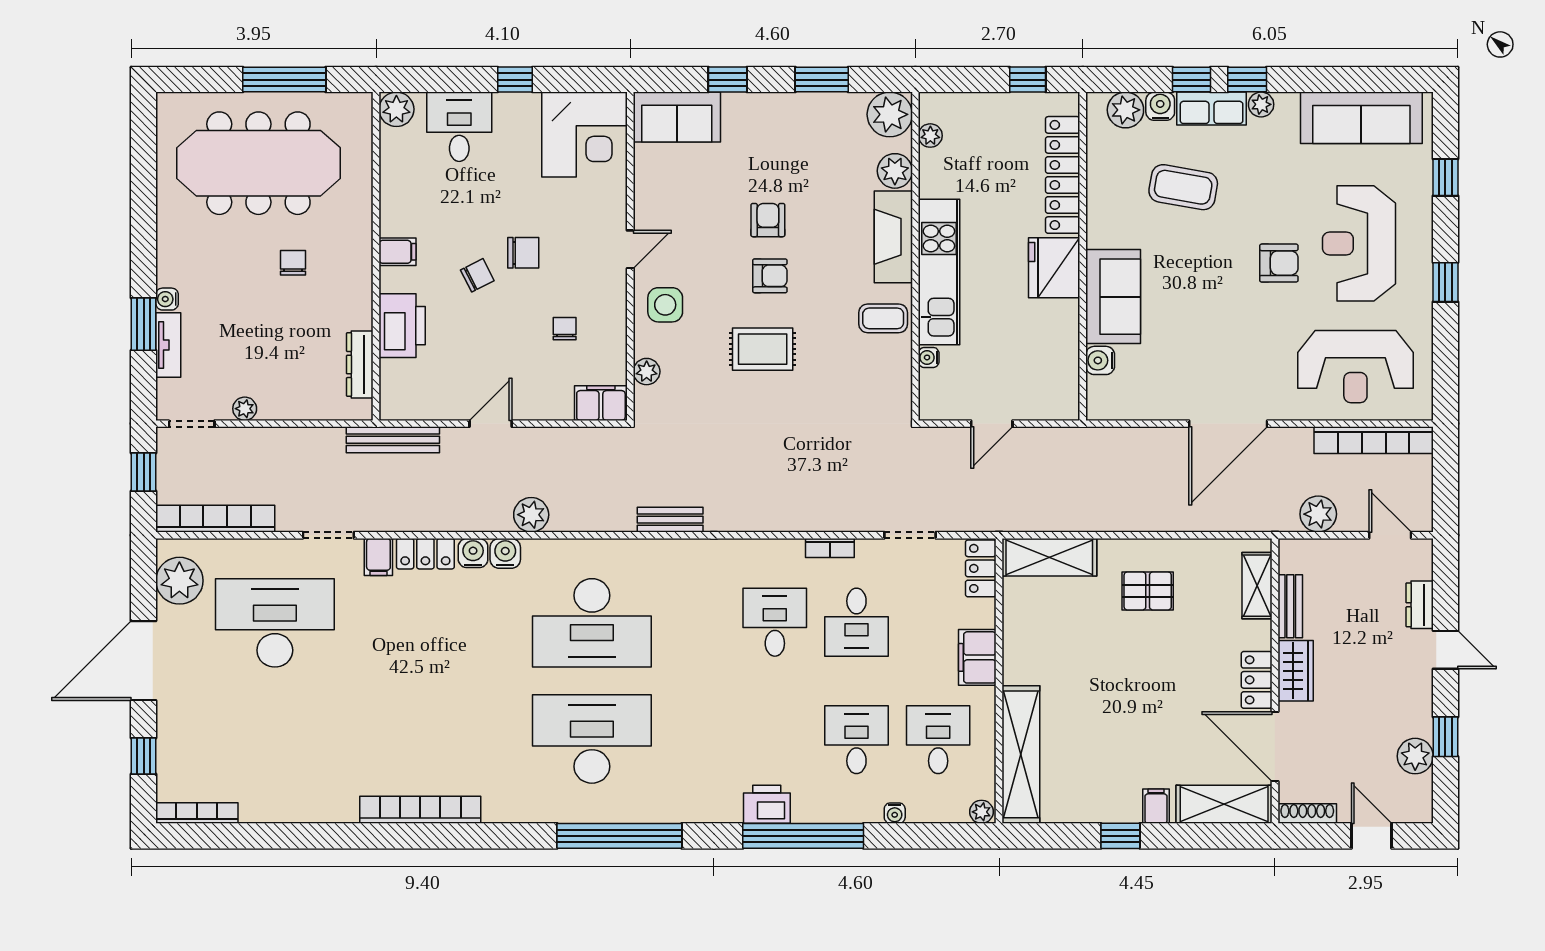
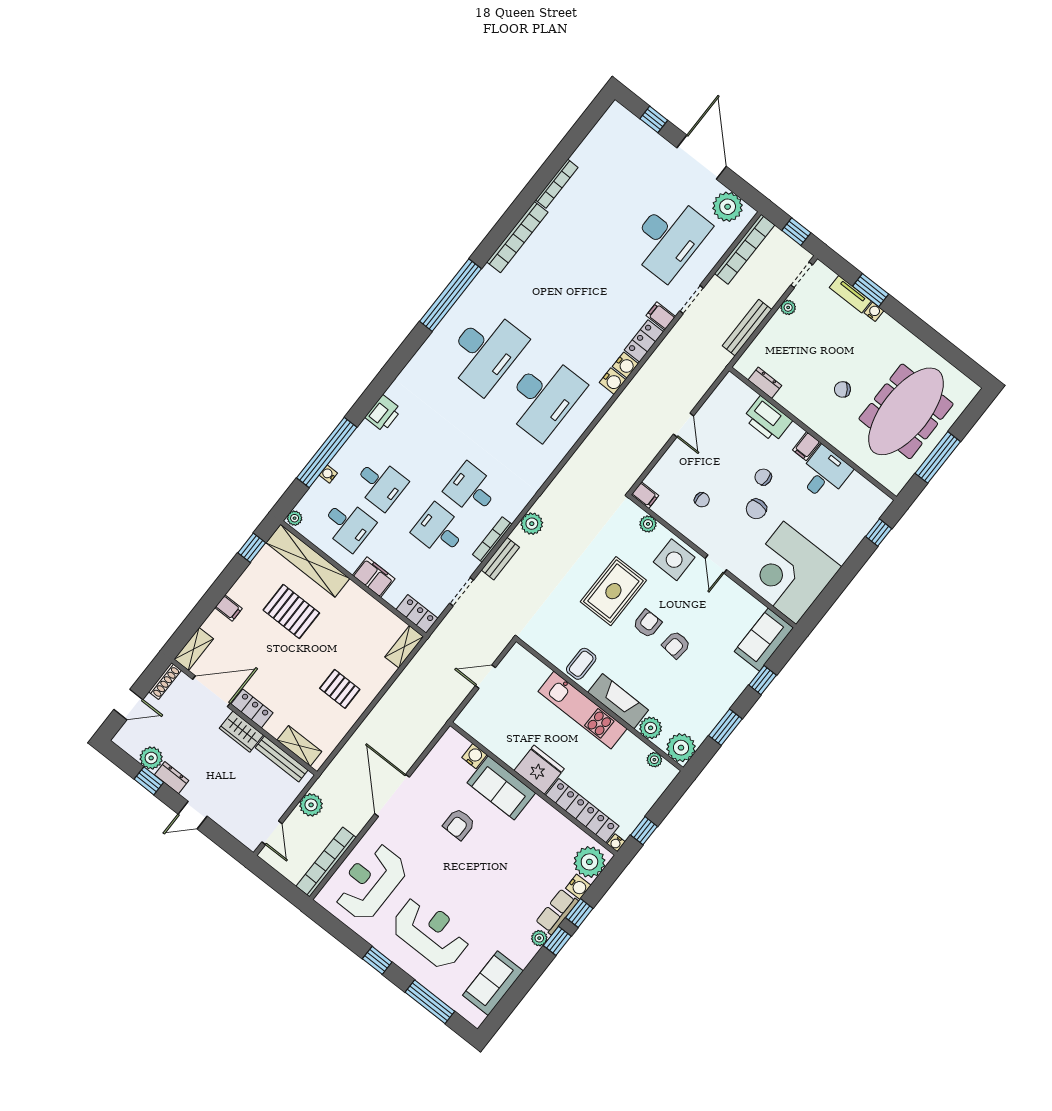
window: (515, 80) -> (879, 533), moved
plant: (396, 109) -> (879, 502), removed
plant: (1125, 110) -> (589, 862), width x1.36, depth x1.36
sofa: (1361, 118) -> (493, 983), width x0.73
desk: (459, 127) -> (824, 474), moved, turned -90
corner desk: (585, 134) -> (790, 573), width x1.36, depth x1.36
window: (1445, 177) -> (430, 1002), width x2.17
coffee table: (1183, 187) -> (529, 866), removed
armchair: (768, 220) -> (676, 645), turned 96
chair: (293, 263) -> (842, 389), turned 145
armchair: (1279, 263) -> (459, 824), moved
chair: (477, 275) -> (763, 477), turned 117
armchair: (770, 276) -> (647, 624), turned 180
side table: (665, 305) -> (674, 560), width x1.37, depth x1.37
rug: (763, 349) -> (613, 591), width x1.36, depth x1.43
water cooler: (929, 357) -> (616, 843), moved, turned 180
dresser: (360, 365) -> (765, 383), width x0.70
filing cabinet: (601, 403) -> (645, 495), width x0.50
door: (992, 424) -> (485, 677), hinge flipped
bench: (393, 440) -> (747, 328), moved
plant: (531, 515) -> (532, 524), moved
bench: (670, 520) -> (500, 559), moved
door: (1390, 535) -> (272, 833), hinge flipped
bookcase: (830, 548) -> (492, 539), width x1.56
shelving: (1049, 557) -> (404, 647), width x0.67, depth x0.75
pallet: (1148, 591) -> (340, 689), turned 90
dresser: (1420, 605) -> (172, 778), moved
bench: (1290, 606) -> (282, 759), width x1.36
desk: (775, 622) -> (471, 489), turned 180
desk: (592, 623) -> (543, 397), turned 180
pallet: (1099, 726) -> (291, 611), added
shelving: (1224, 804) -> (194, 649), width x0.67, depth x0.75
bookcase: (197, 813) -> (557, 184), moved
window: (619, 836) -> (451, 295), moved
window: (803, 836) -> (327, 452), moved
window: (1120, 836) -> (252, 548), moved

